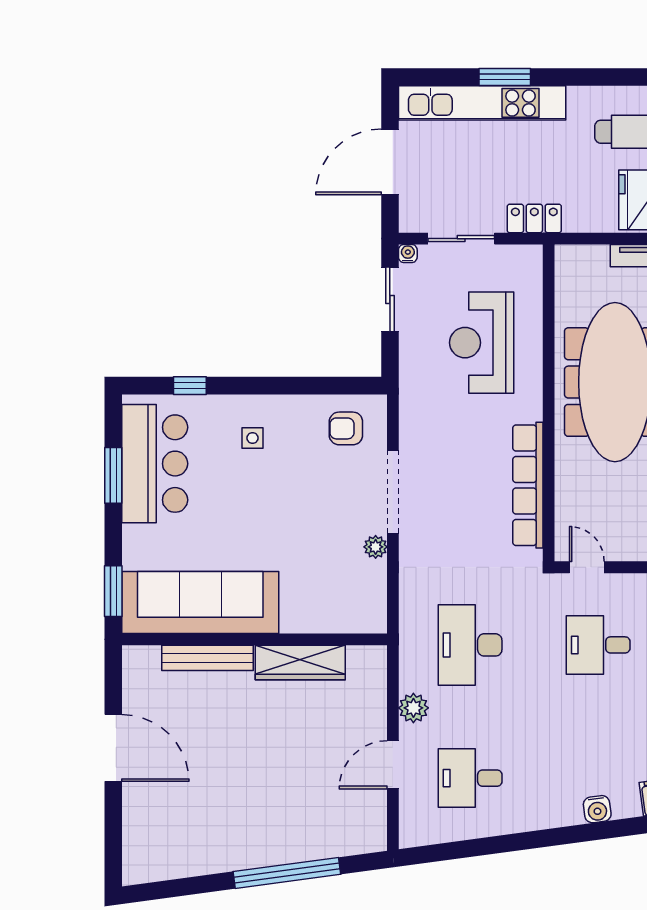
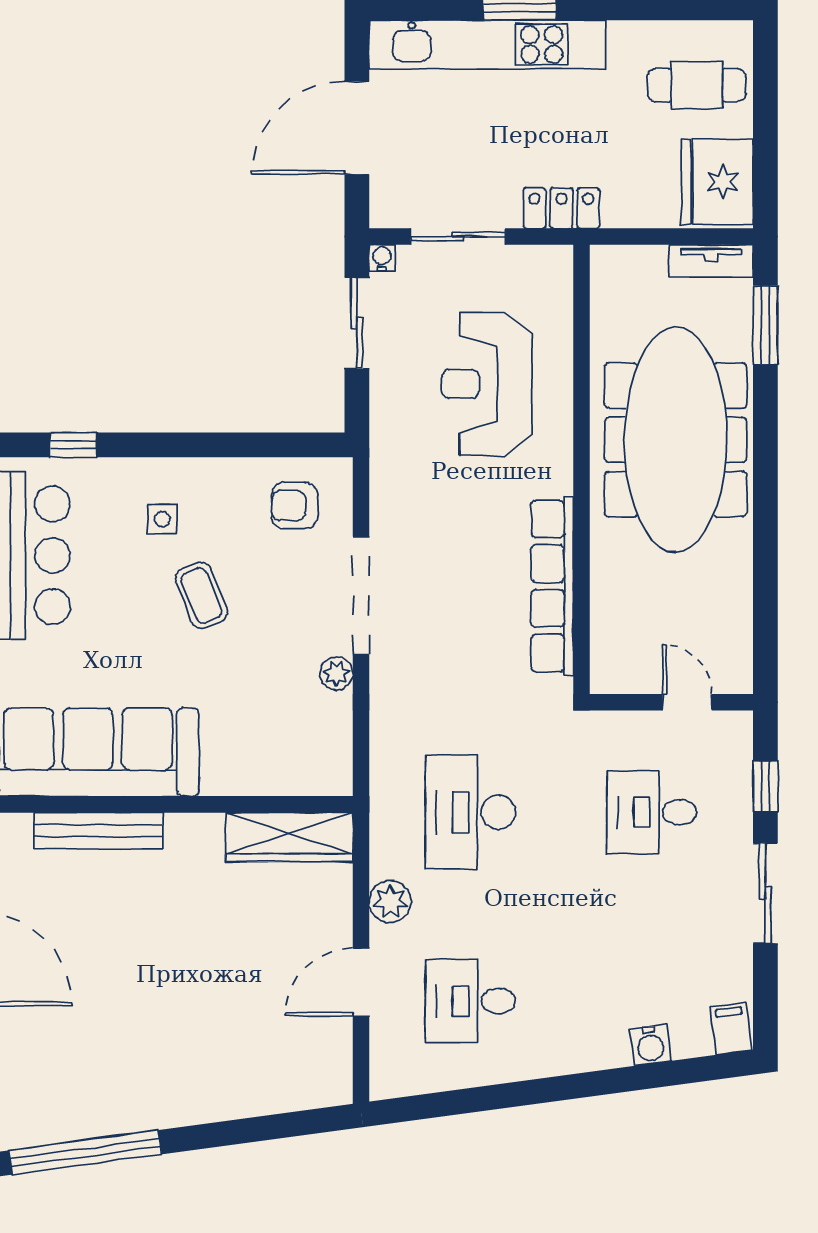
coffee table: (280, 492) -> (201, 596), added
door: (587, 567) -> (687, 702), moved
wardrobe: (300, 662) -> (289, 837), moved
window: (287, 873) -> (85, 1152), moved

